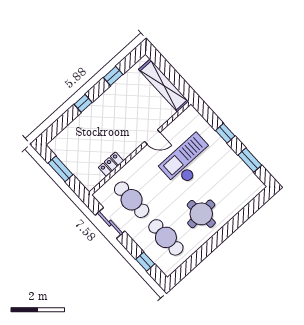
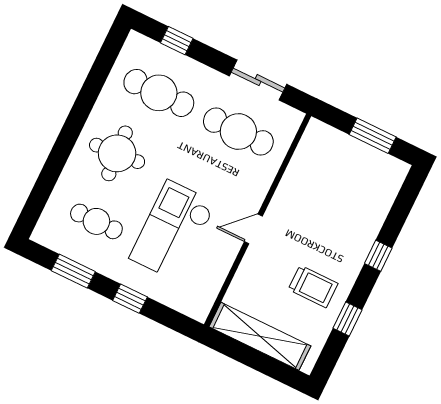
trolley: (125, 101) -> (313, 286), added
door: (152, 137) -> (253, 229), moved
checkout: (188, 161) -> (173, 231), turned 180
locker: (111, 164) -> (294, 176), removed
cafe table: (227, 182) -> (96, 221), added

